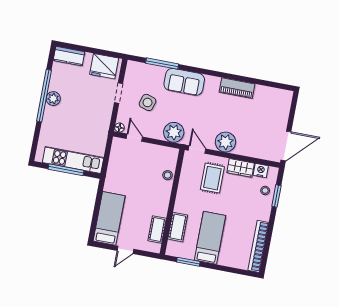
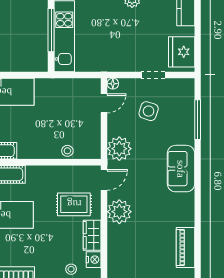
sofa: (184, 82) -> (181, 169), moved
piano: (237, 88) -> (185, 247), moved

